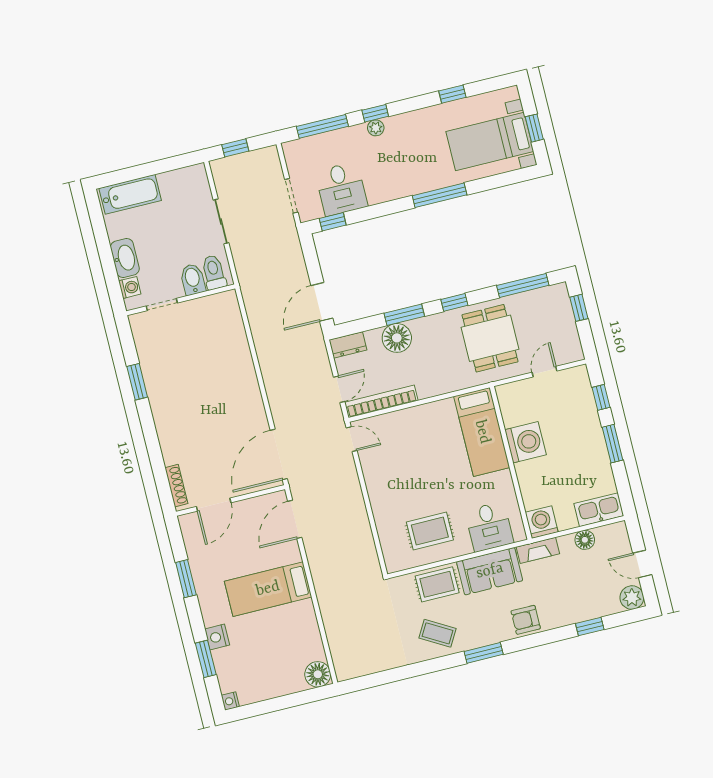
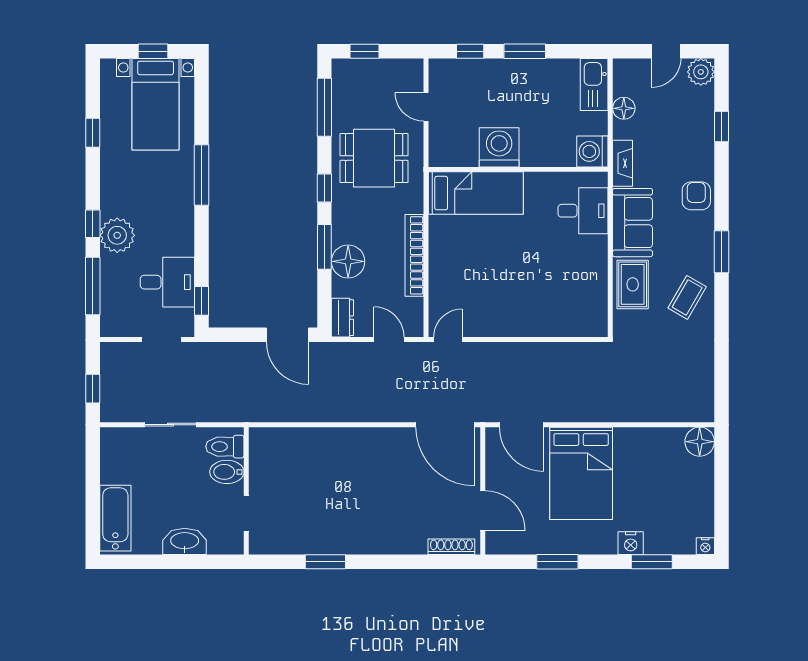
plant: (376, 128) -> (117, 235), width x1.88, depth x1.88
washing machine: (130, 287) -> (219, 544), removed
bookcase: (381, 401) -> (414, 255), moved
rug: (430, 531) -> (571, 278), removed
bed: (268, 589) -> (581, 473), width x1.50
armchair: (526, 620) -> (696, 196), turned 180

